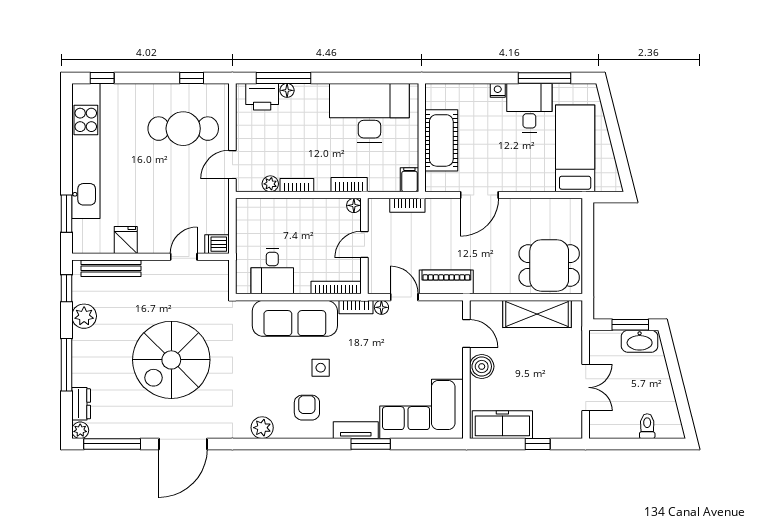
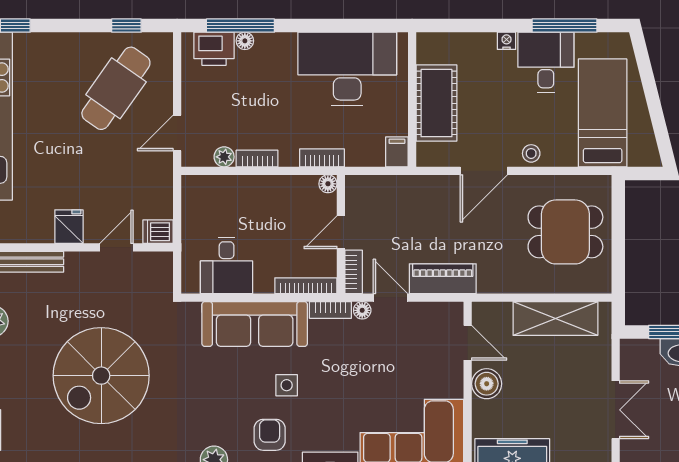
cafe table: (183, 129) -> (116, 88), turned -55
stool: (518, 181) -> (531, 153), added
bookcase: (407, 205) -> (354, 272), moved, turned -90
fridge: (126, 240) -> (69, 227), moved
dining table: (549, 265) -> (565, 232), moved

